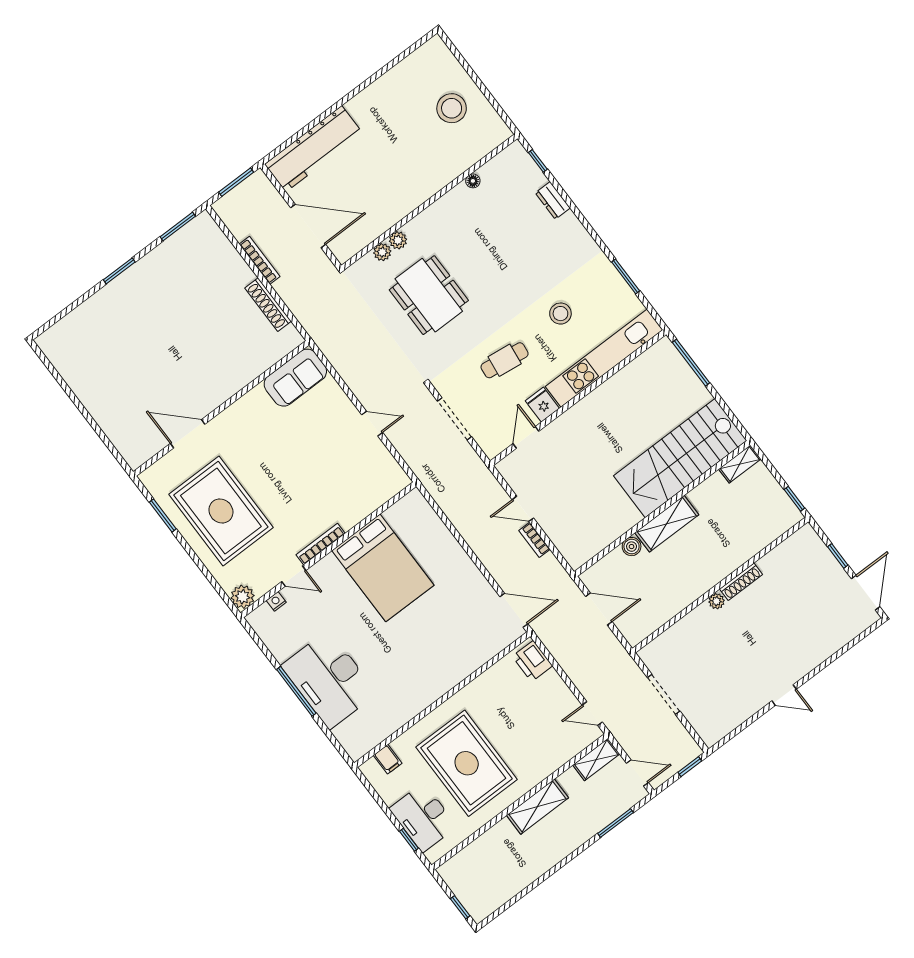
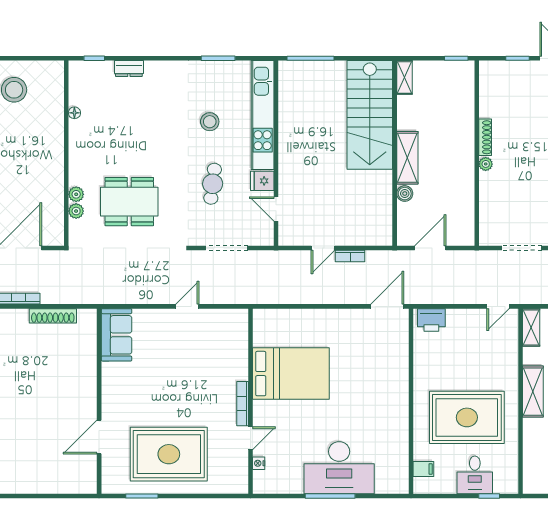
plant: (243, 597) -> (238, 484), removed
desk: (423, 817) -> (475, 475), width x0.73

